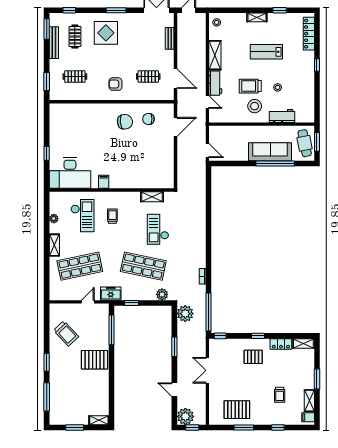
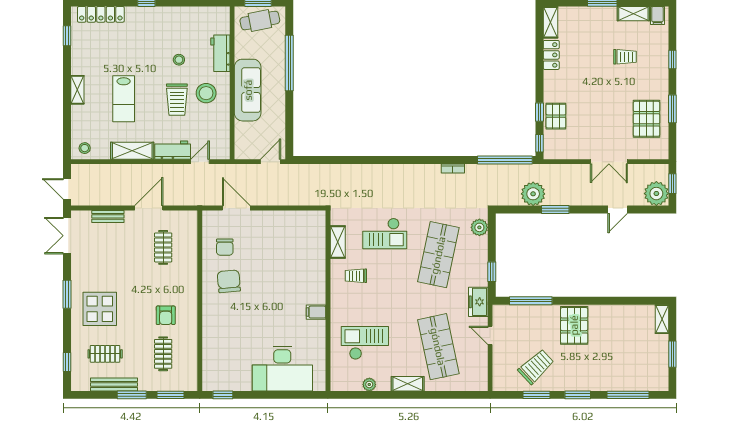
window: (280, 10) -> (67, 36), moved
window: (47, 29) -> (132, 395), moved
lab bench: (266, 52) -> (124, 99), moved
door: (175, 79) -> (149, 208), moved
armchair: (115, 84) -> (166, 315), moved
sofa: (270, 152) -> (248, 90), moved, turned 180
window: (47, 153) -> (223, 395), moved
desk: (70, 173) -> (282, 369), moved, turned 90
trolley: (112, 216) -> (356, 276), moved
plant: (185, 314) -> (533, 194), moved
window: (47, 334) -> (536, 395), added
window: (258, 336) -> (540, 112), moved
pallet: (253, 357) -> (556, 116), moved
double door: (207, 370) -> (609, 162), moved

